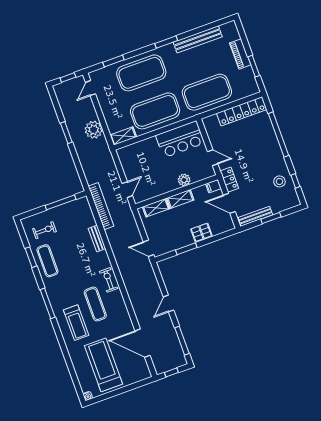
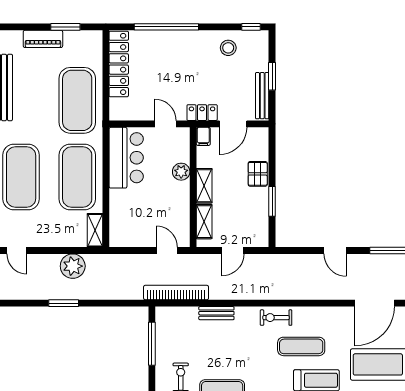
door: (213, 158) -> (165, 124), hinge flipped
window: (295, 181) -> (251, 27), moved
door: (148, 248) -> (233, 251), moved

